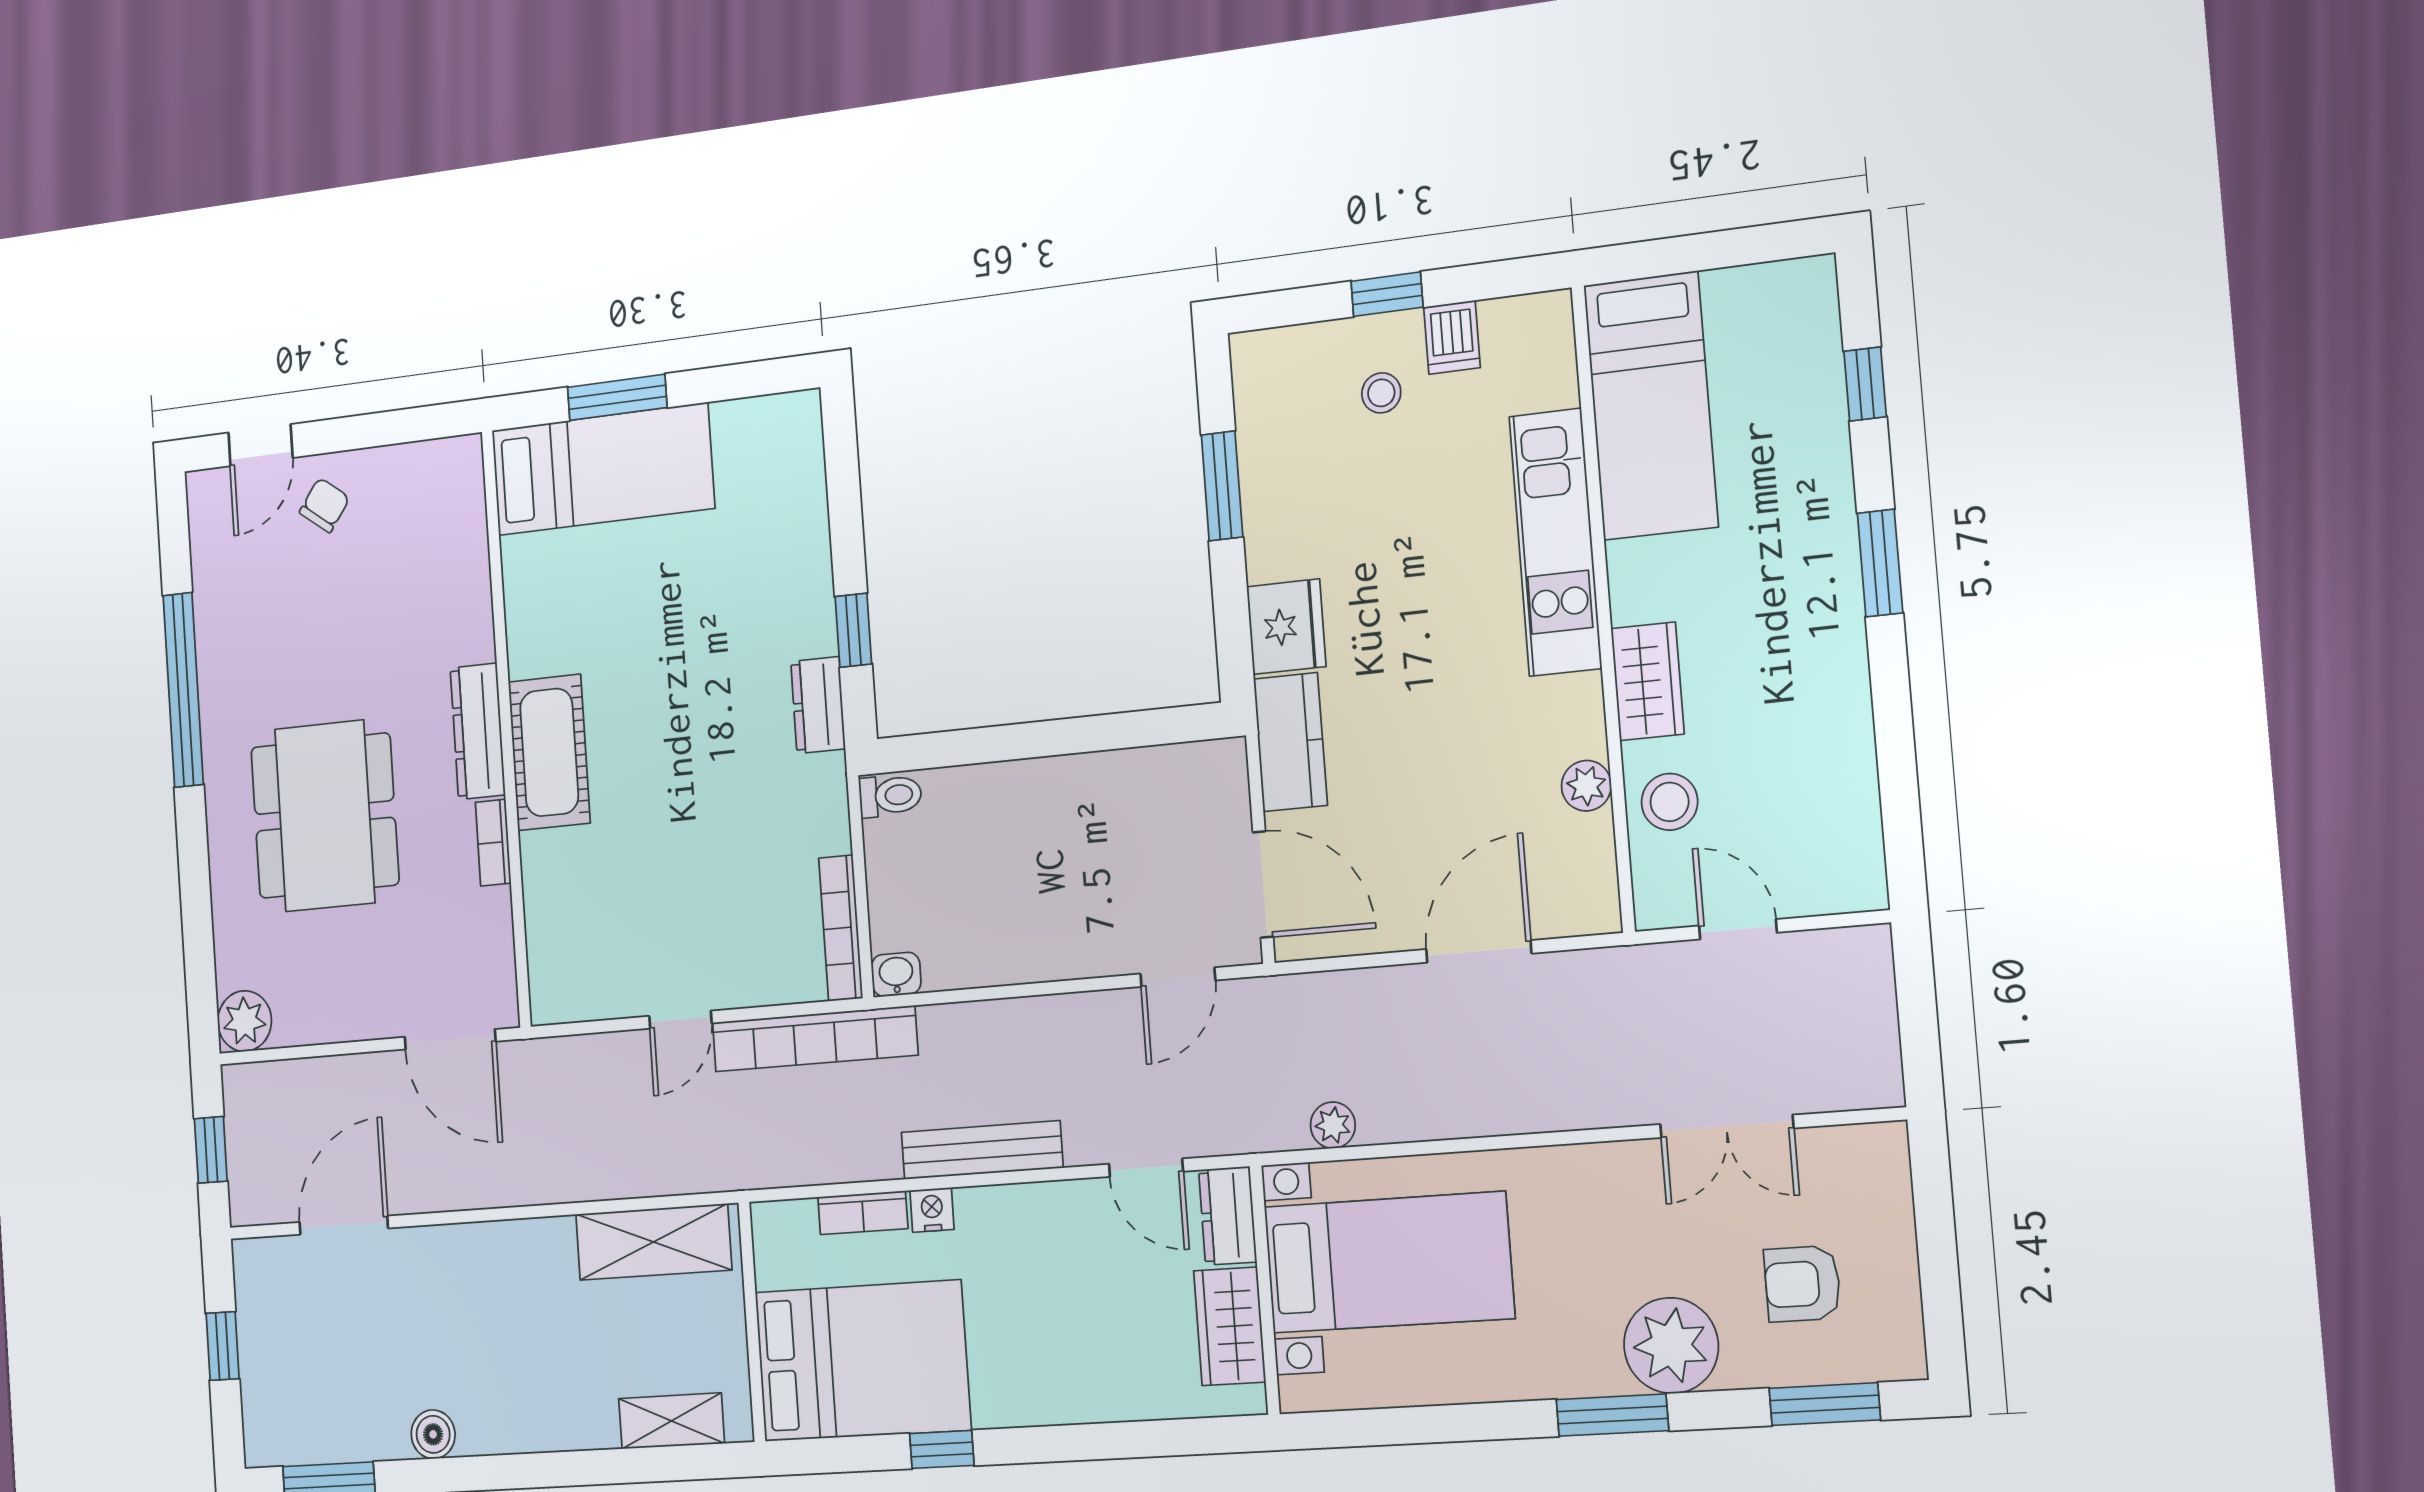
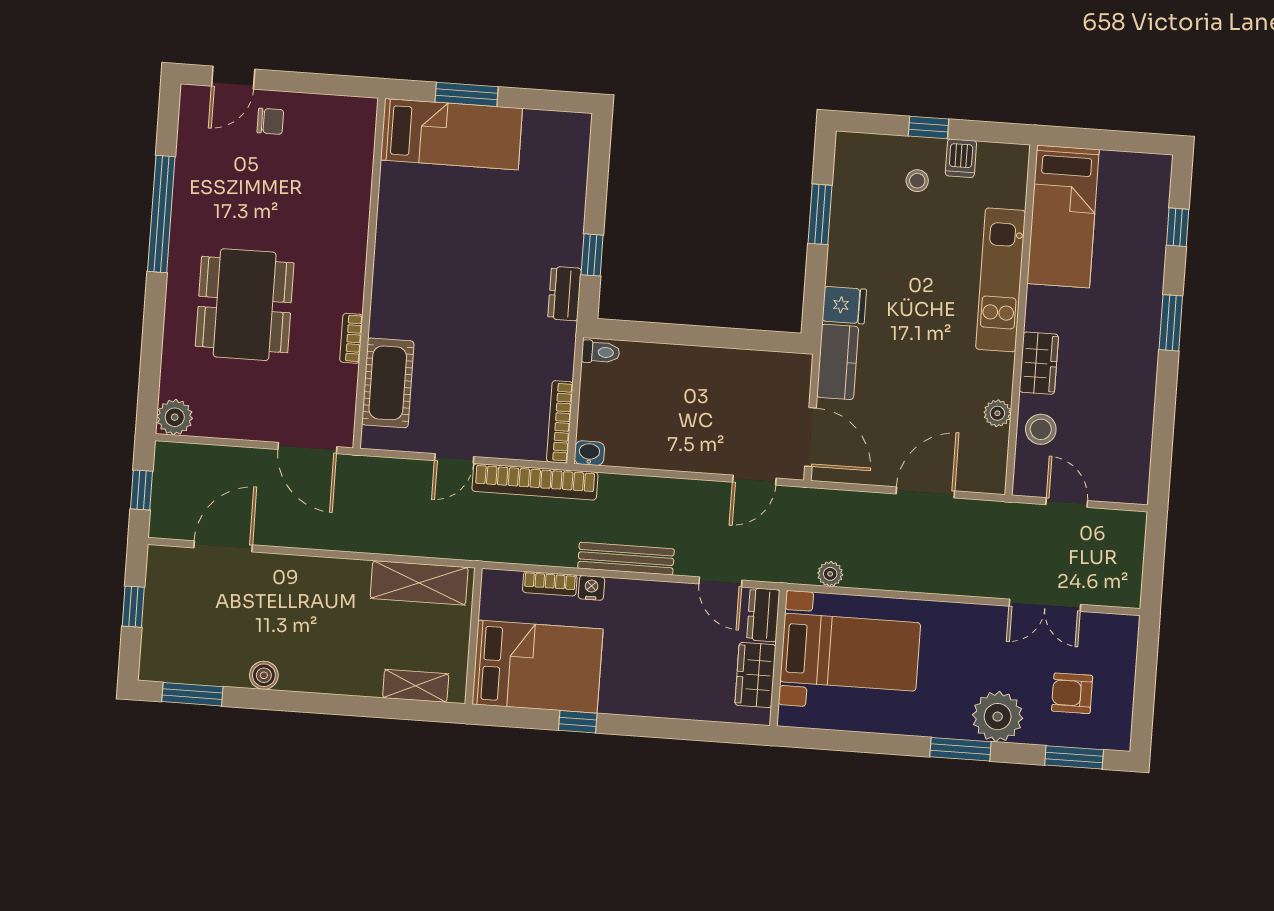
chair: (324, 505) -> (270, 121), turned 53
fridge: (1286, 627) -> (844, 305), width x0.72
dresser: (478, 731) -> (351, 272), removed
cot: (549, 752) -> (388, 383), moved

